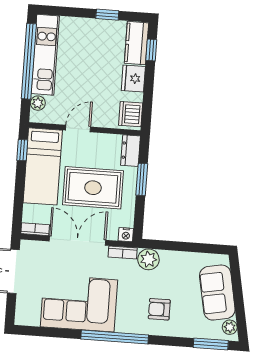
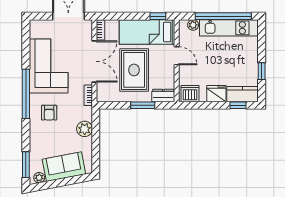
nightstand: (126, 235) -> (101, 97), removed
plant: (148, 259) -> (85, 129), moved
armchair: (159, 309) -> (49, 113), moved, turned 180

